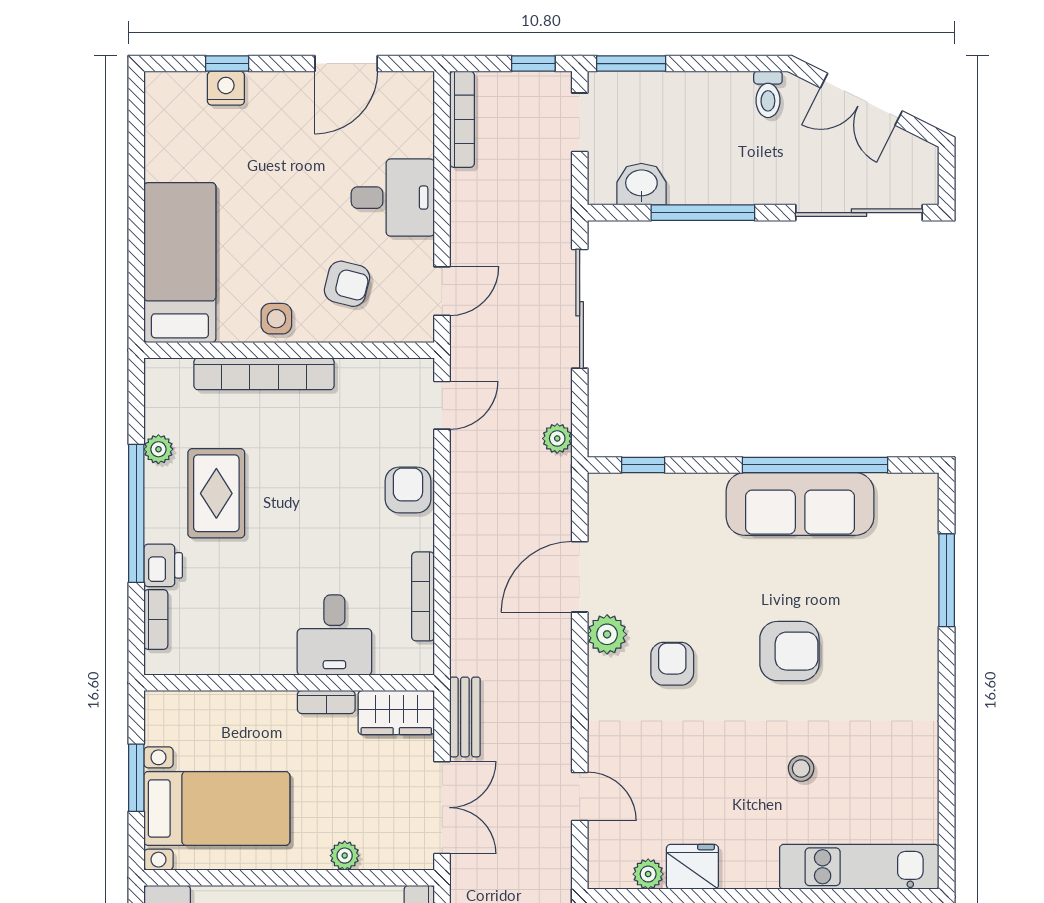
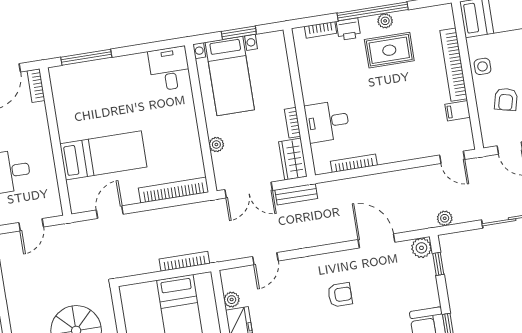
filing cabinet: (354, 380) -> (458, 111), added
plant: (158, 449) -> (385, 21), moved
armchair: (408, 490) -> (406, 147), removed
plant: (607, 634) -> (421, 248), moved

